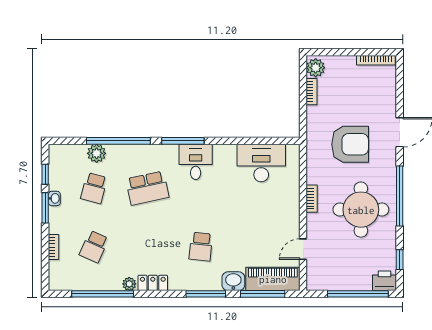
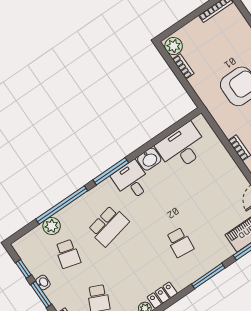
washbasin: (233, 281) -> (149, 159), moved, turned 180

